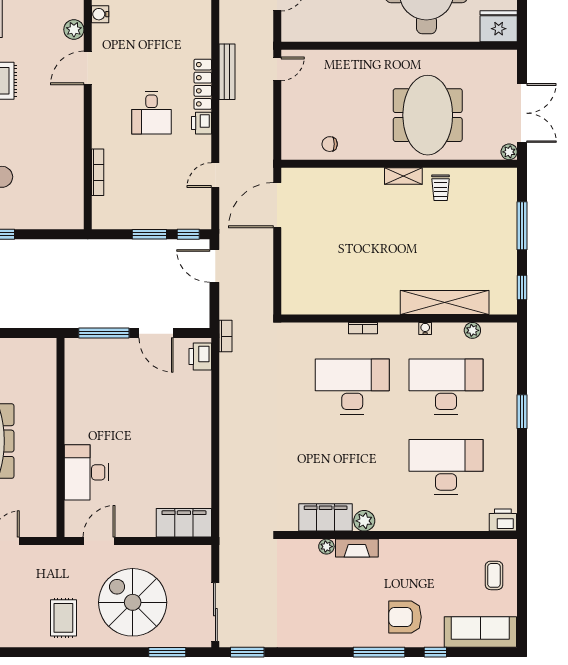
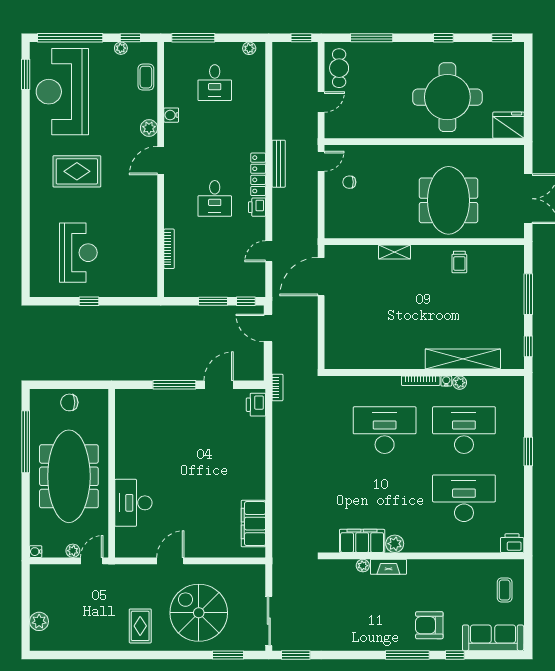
chair: (330, 144) -> (349, 182), moved
plant: (509, 152) -> (517, 232), removed
shelving: (403, 176) -> (395, 252), moved
bookcase: (363, 328) -> (421, 381), moved, width x1.56
plant: (472, 330) -> (460, 383), moved
door: (156, 333) -> (219, 385), swing flipped
wall: (61, 437) -> (112, 473), moved
desk: (86, 472) -> (133, 503), moved
filing cabinet: (184, 523) -> (253, 524), moved, turned -90

